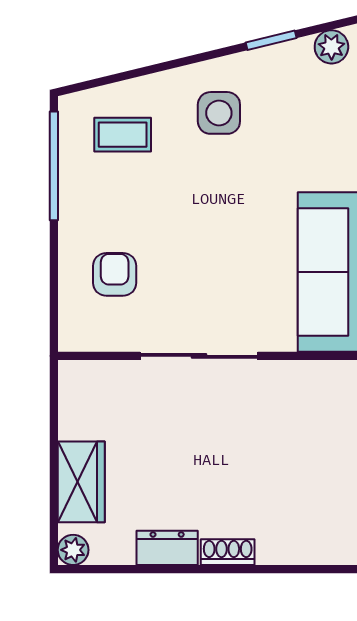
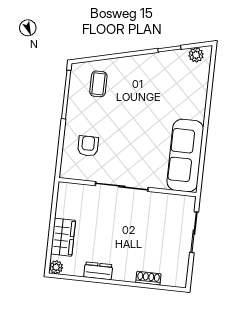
side table: (219, 113) -> (142, 79), removed
coffee table: (123, 135) -> (98, 84), turned 90
shoe rack: (228, 552) -> (148, 278), moved

